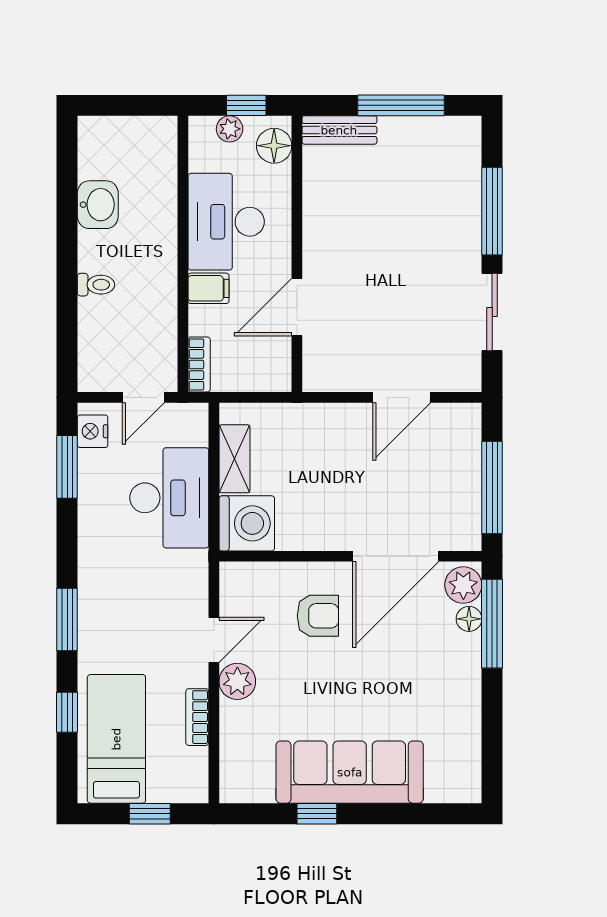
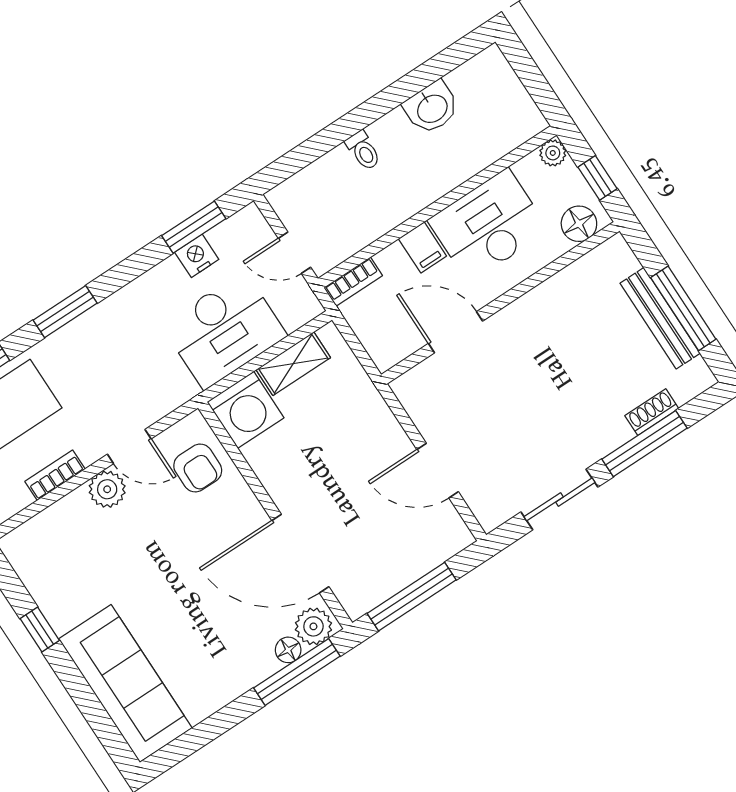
plant: (230, 129) -> (553, 153), moved
bench: (339, 130) -> (660, 318), moved, width x1.36
shoe rack: (470, 188) -> (652, 412), added
nightstand: (93, 431) -> (197, 256), moved
armchair: (318, 616) -> (198, 468), moved
sofa: (350, 772) -> (125, 684), moved

